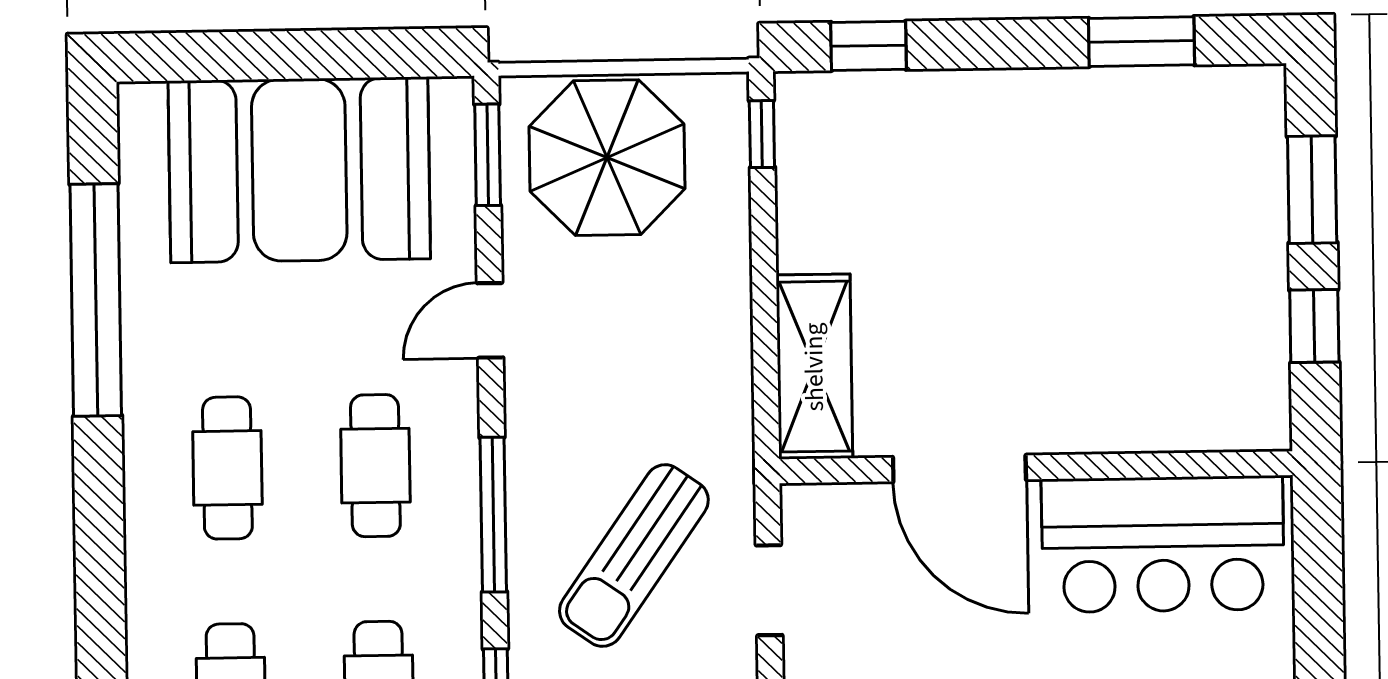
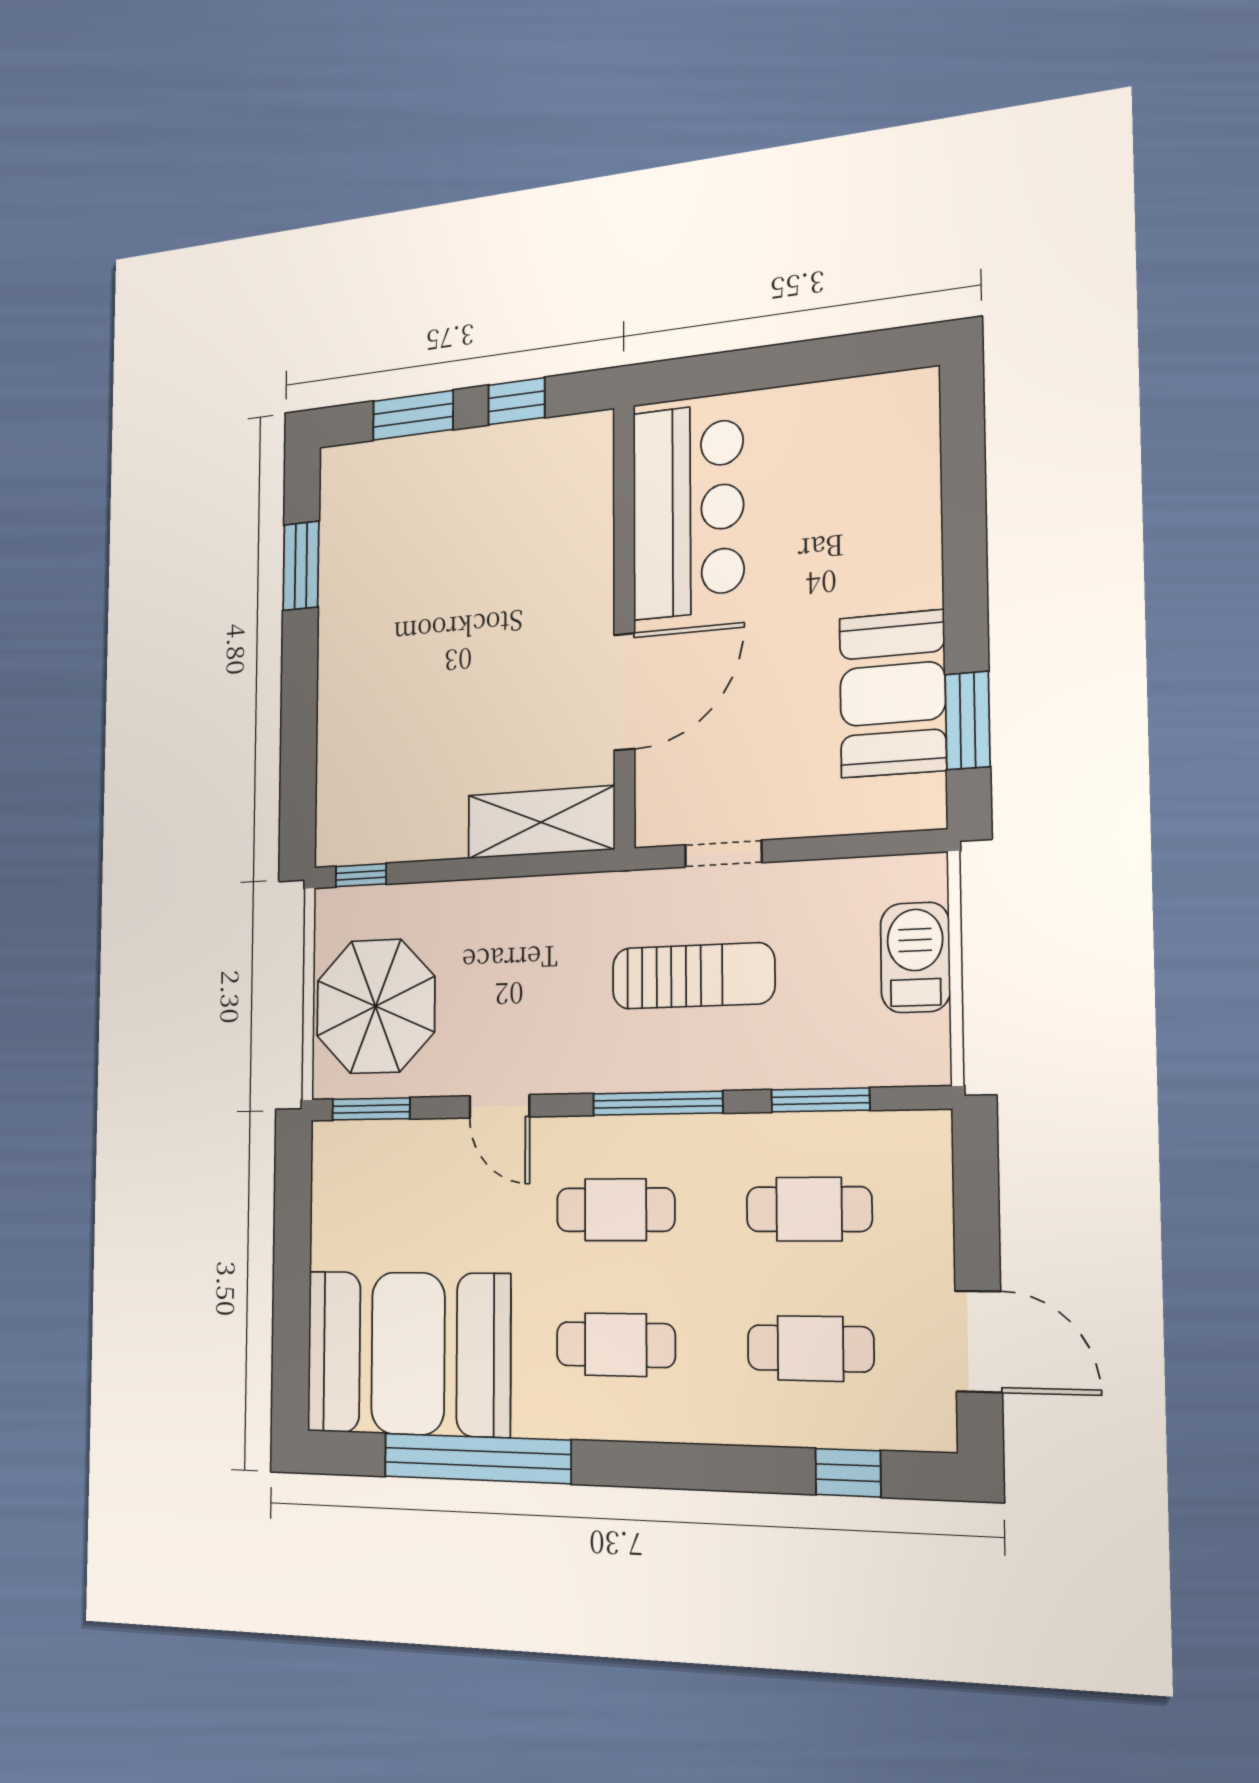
window: (868, 46) -> (298, 789), removed
booth: (299, 170) -> (408, 1353), moved, turned 90
sun lounger: (634, 556) -> (693, 976), turned -35

